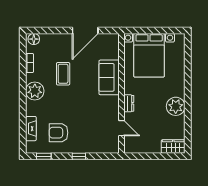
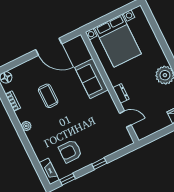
door: (85, 30) -> (49, 47), hinge flipped
plant: (35, 91) -> (26, 126), width x0.53, depth x0.53
fireplace: (31, 129) -> (49, 171), moved

